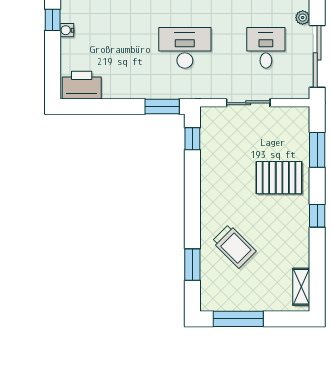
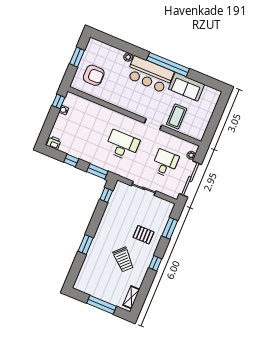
printer: (82, 85) -> (54, 143), width x0.53, depth x0.68
window: (113, 106) -> (71, 160), added
pallet: (279, 178) -> (143, 235), width x0.67, depth x0.71
trolley: (234, 246) -> (123, 259), moved
window: (192, 265) -> (86, 244), moved
window: (238, 319) -> (101, 305), moved

